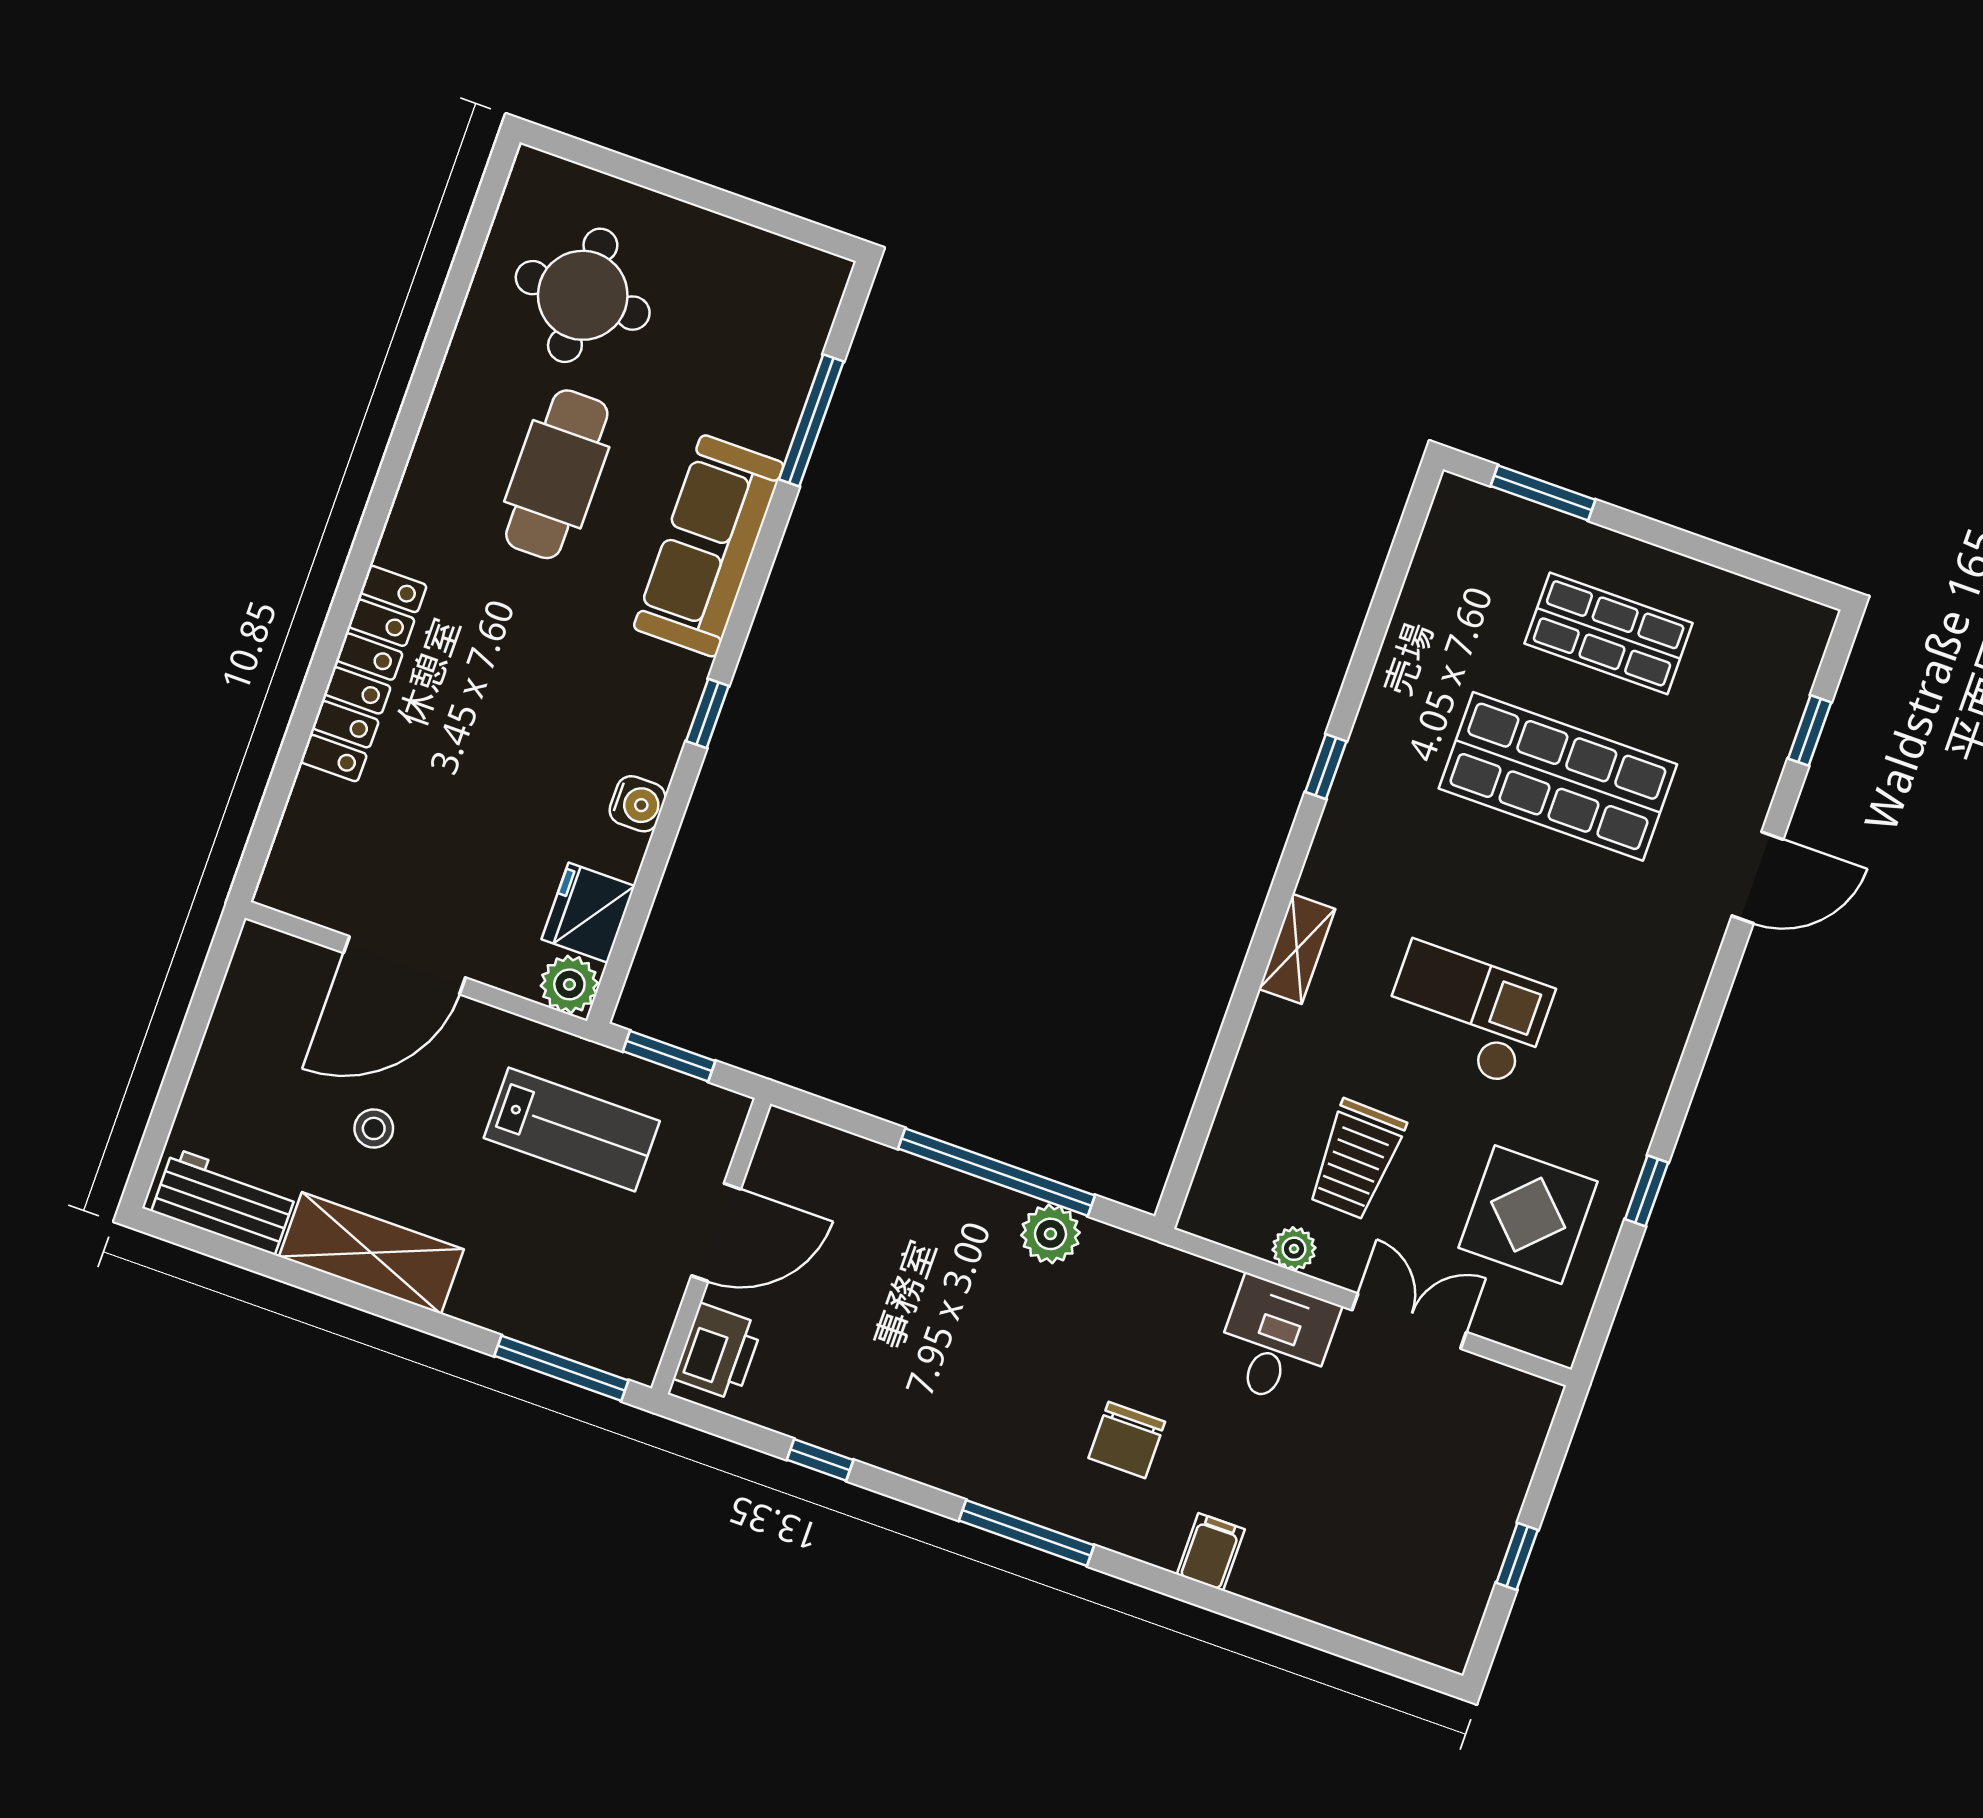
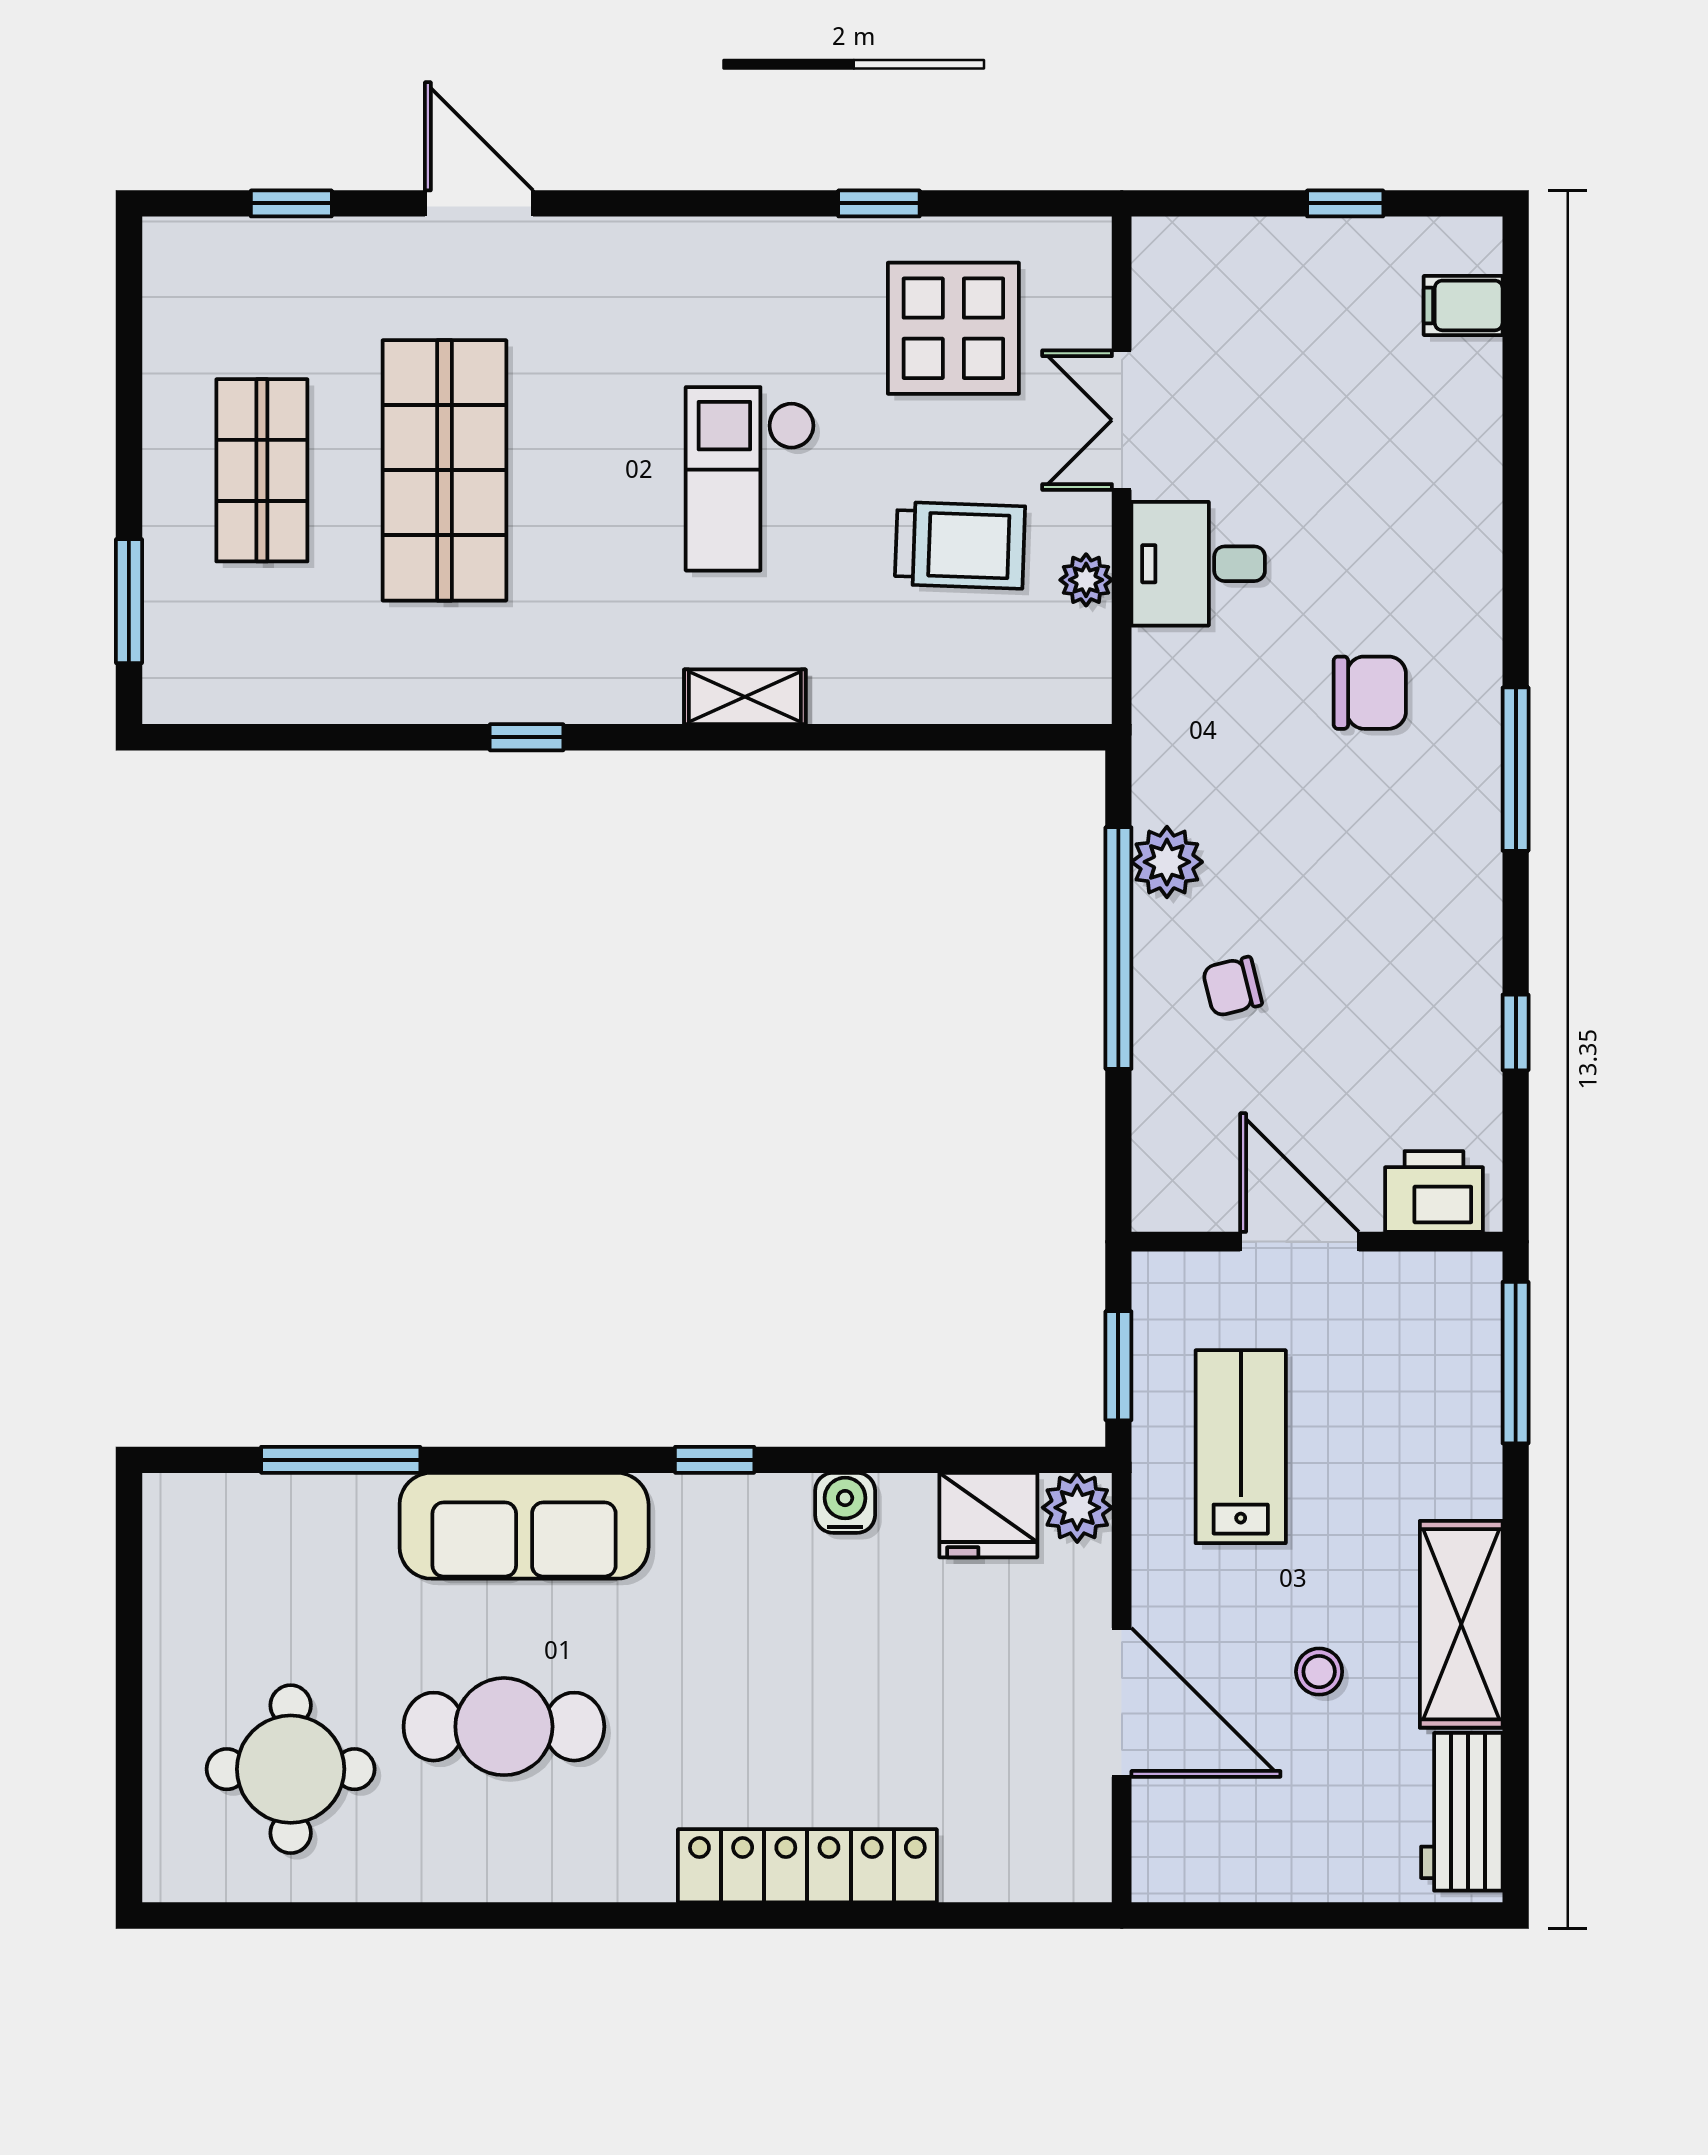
chair: (935, 1250) -> (1232, 986), added
filing cabinet: (1211, 1552) -> (1463, 305), moved

